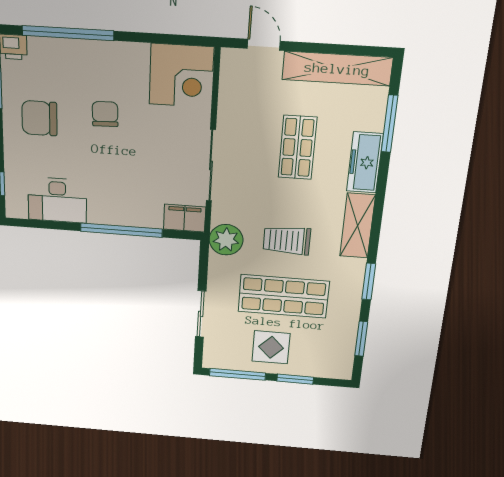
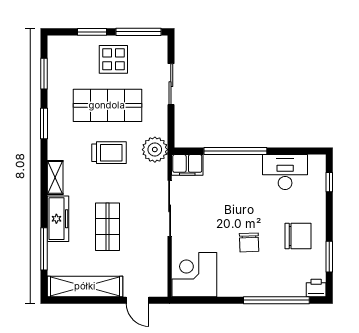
shelving: (357, 226) -> (55, 177), width x0.67, depth x0.75

